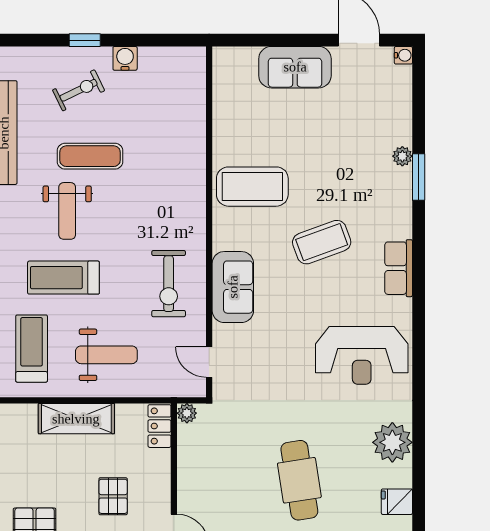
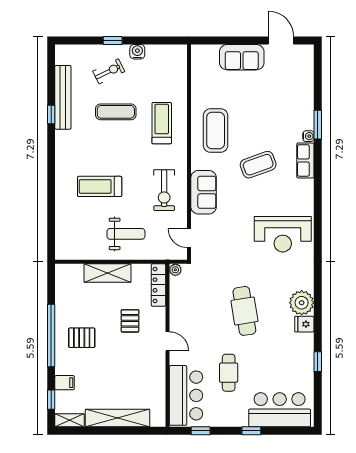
water cooler: (403, 55) -> (308, 136), moved
plant: (402, 156) -> (308, 112), removed
coffee table: (252, 187) -> (216, 131), turned 90
weight bench: (67, 211) -> (102, 146), removed
row of seats: (399, 268) -> (305, 160), moved
treadmill: (32, 349) -> (162, 123), moved
locker: (159, 426) -> (159, 285), width x1.53
plant: (392, 442) -> (302, 303), moved

